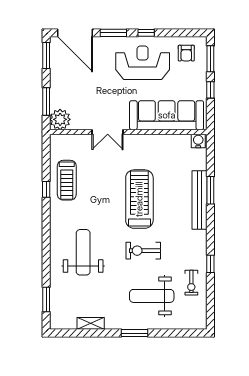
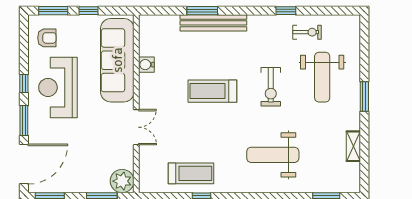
water cooler: (198, 141) -> (146, 65), moved
treadmill: (139, 199) -> (212, 91), width x0.73, depth x0.73

